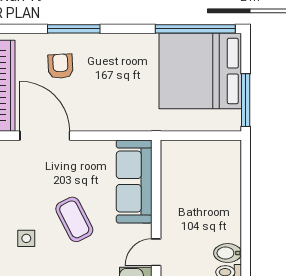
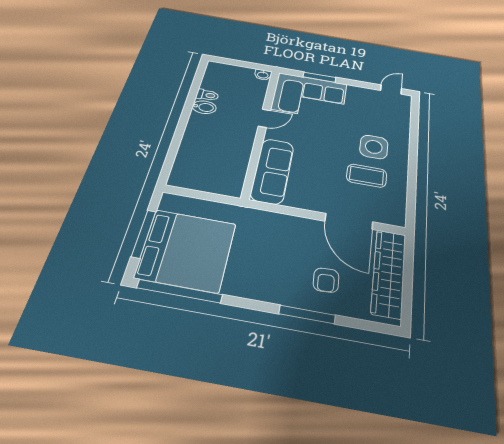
window: (246, 100) -> (144, 234), moved
coffee table: (74, 219) -> (367, 176), moved, turned -63
side table: (26, 238) -> (374, 147), width x1.87, depth x1.87

